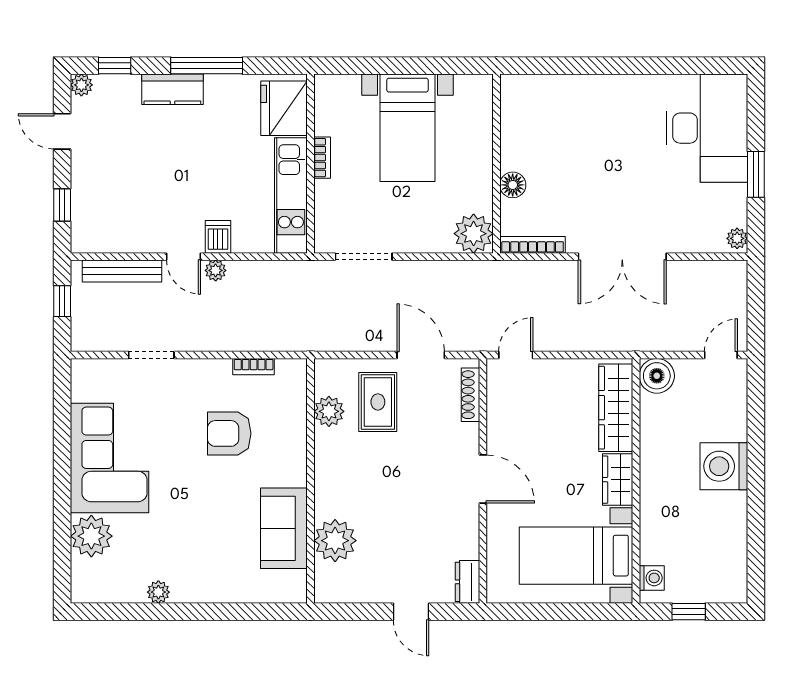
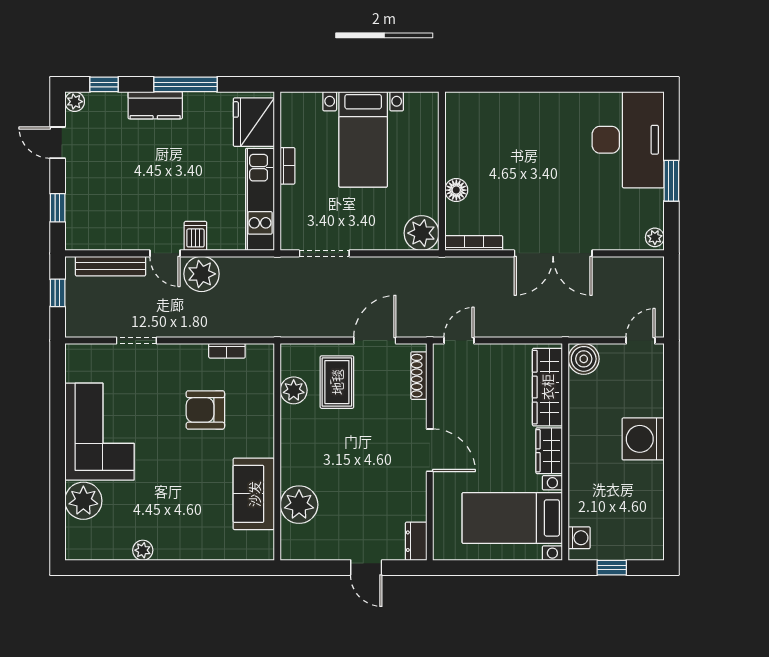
plant: (216, 270) -> (202, 274), width x1.88, depth x1.88
door: (421, 355) -> (375, 341), hinge flipped

